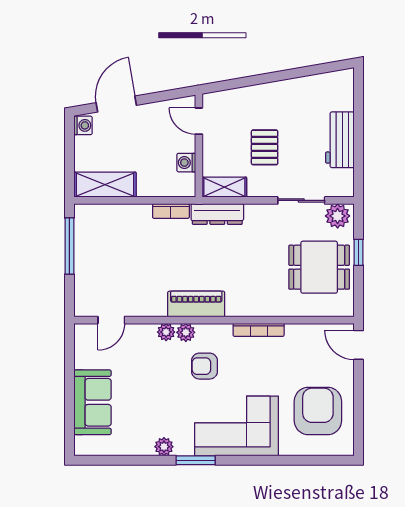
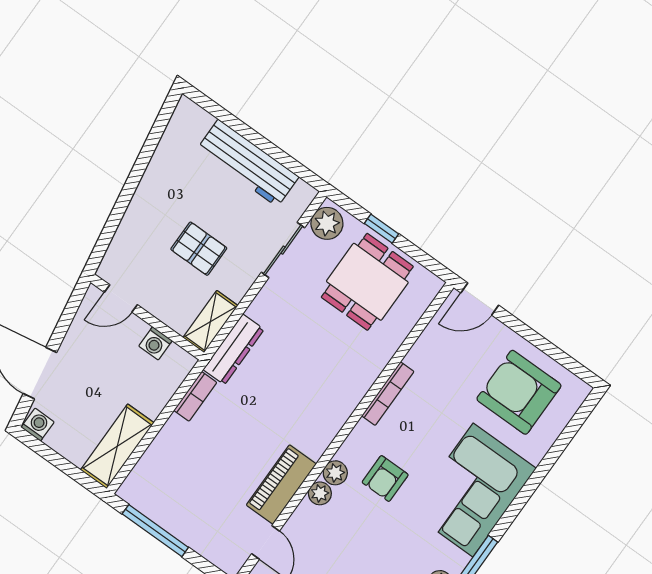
workbench: (340, 140) -> (248, 163), width x1.37
piano: (196, 304) -> (281, 484), moved

